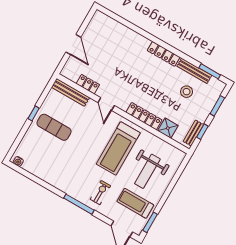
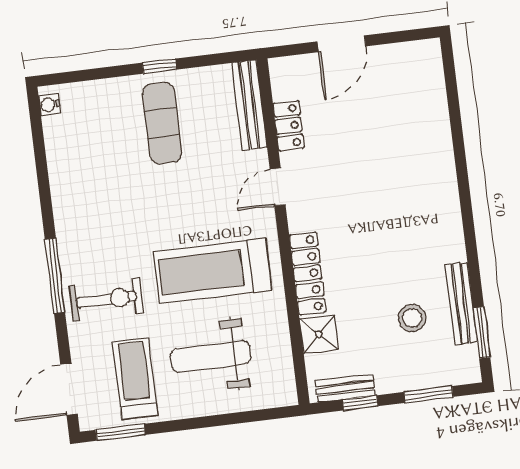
locker: (164, 54) -> (450, 223), removed
exercise bike: (100, 193) -> (106, 299), width x1.38, depth x1.39

